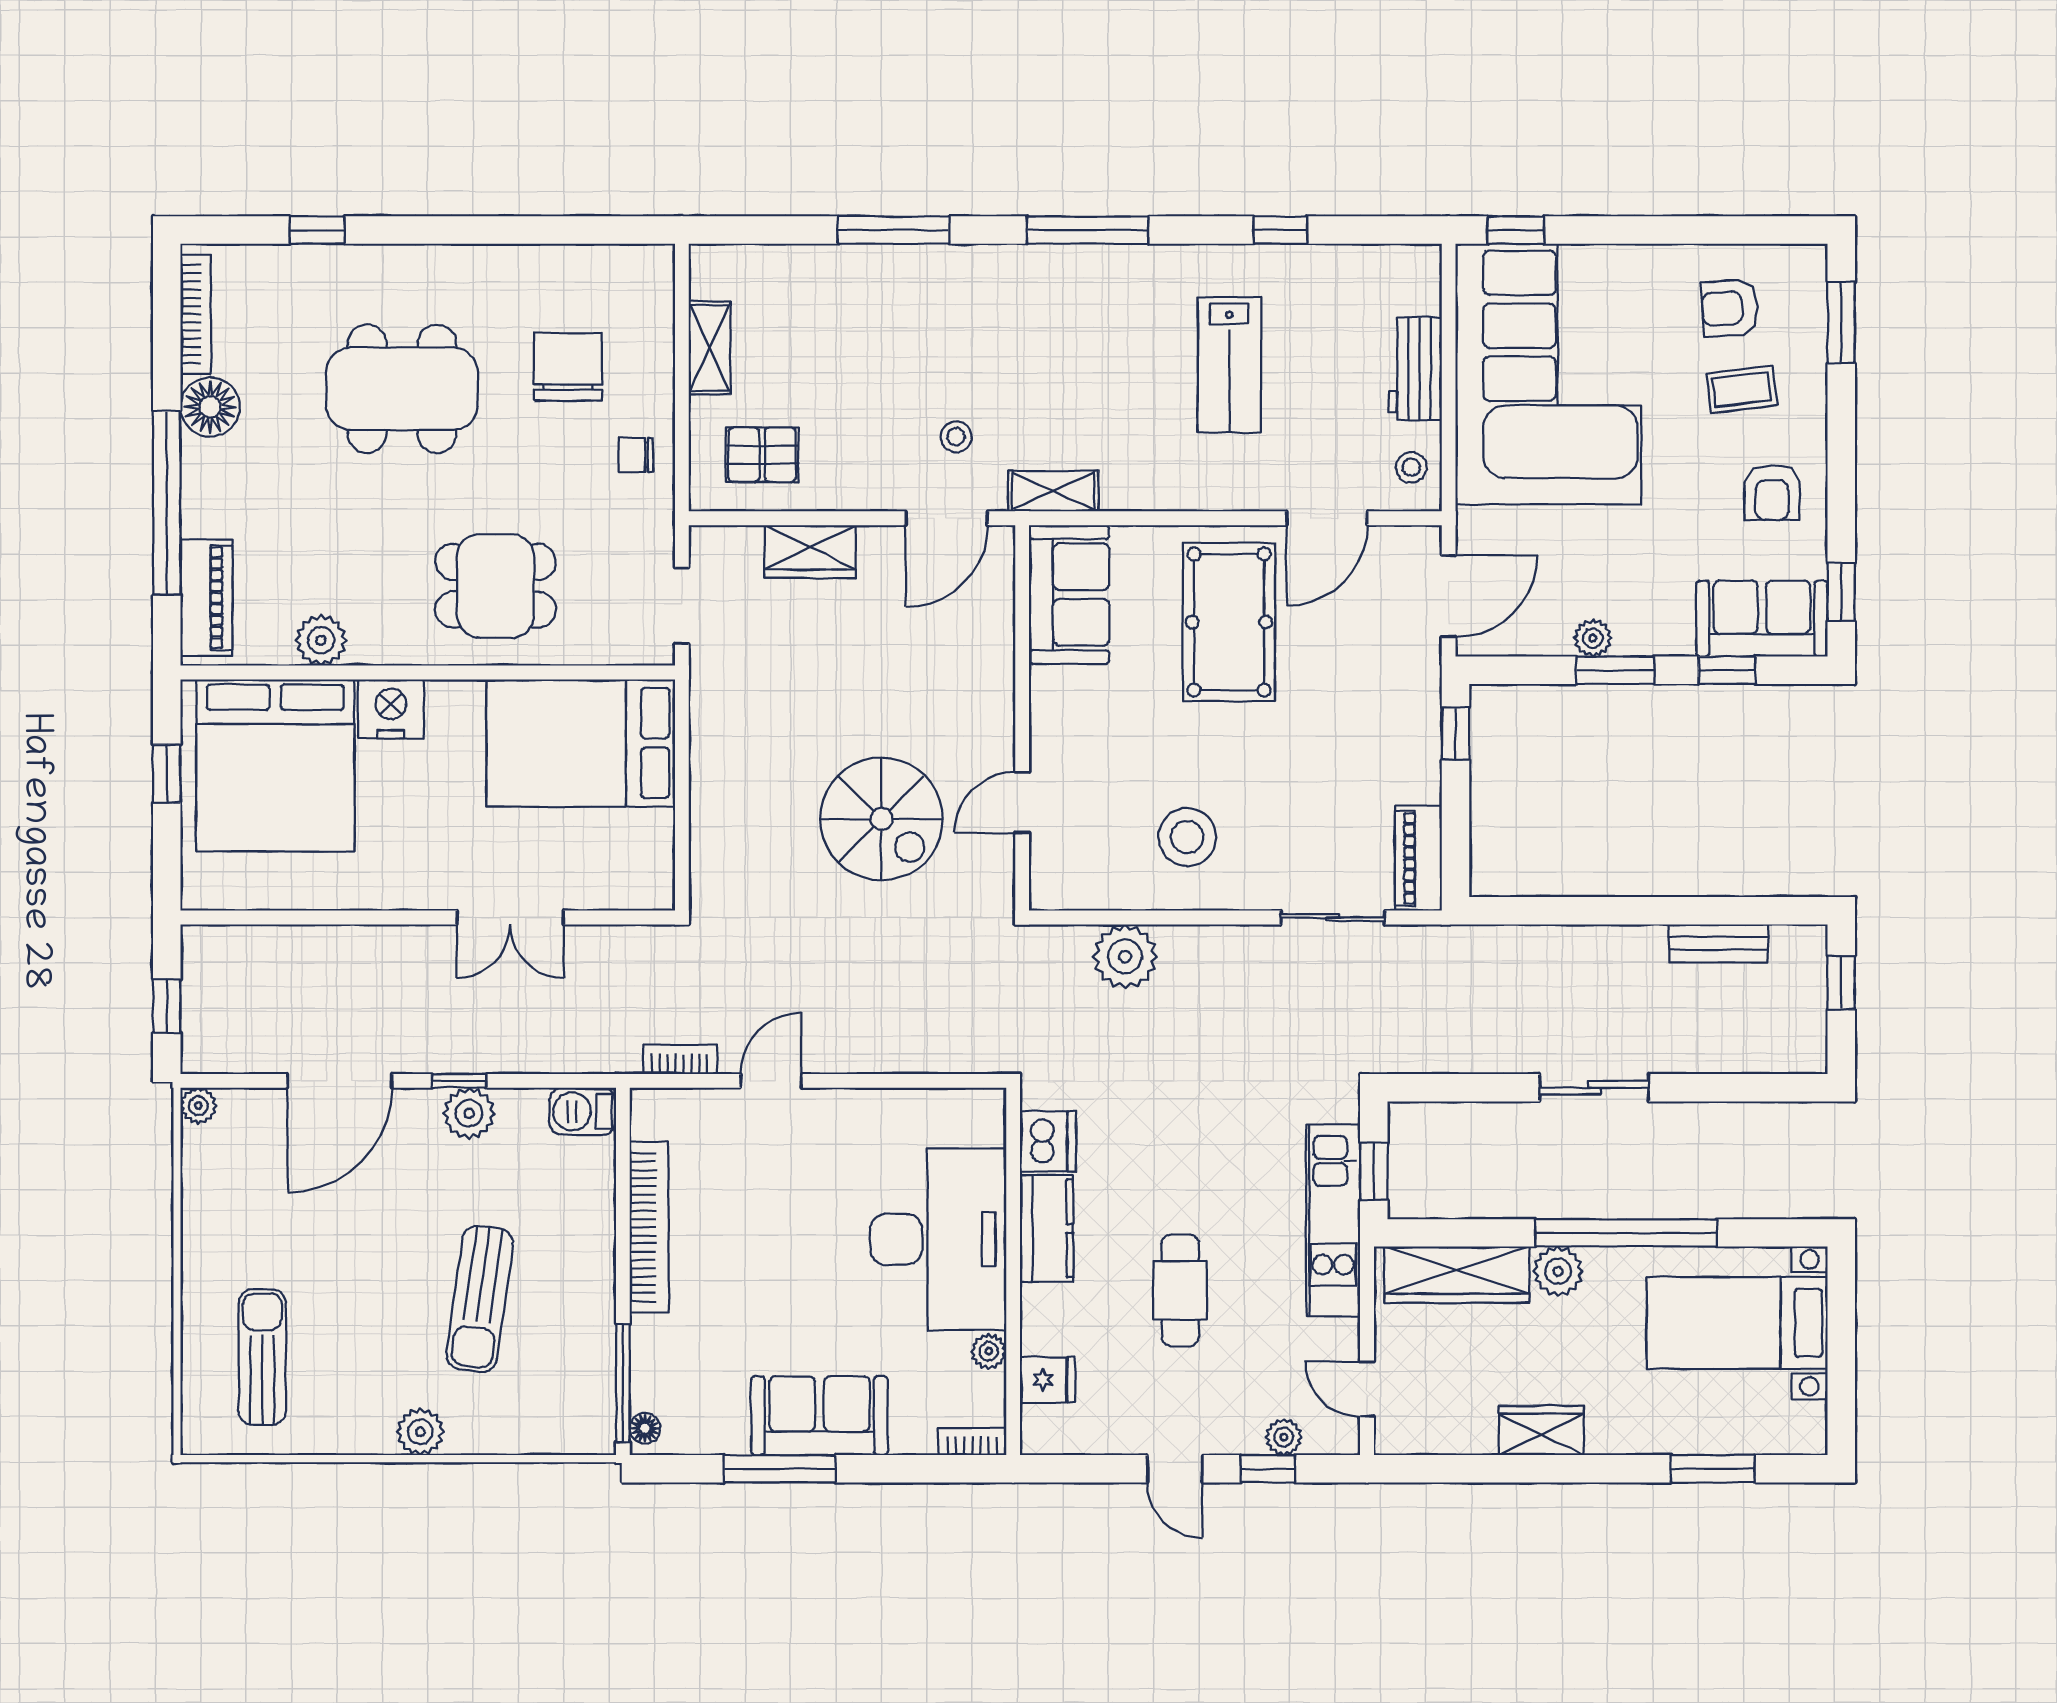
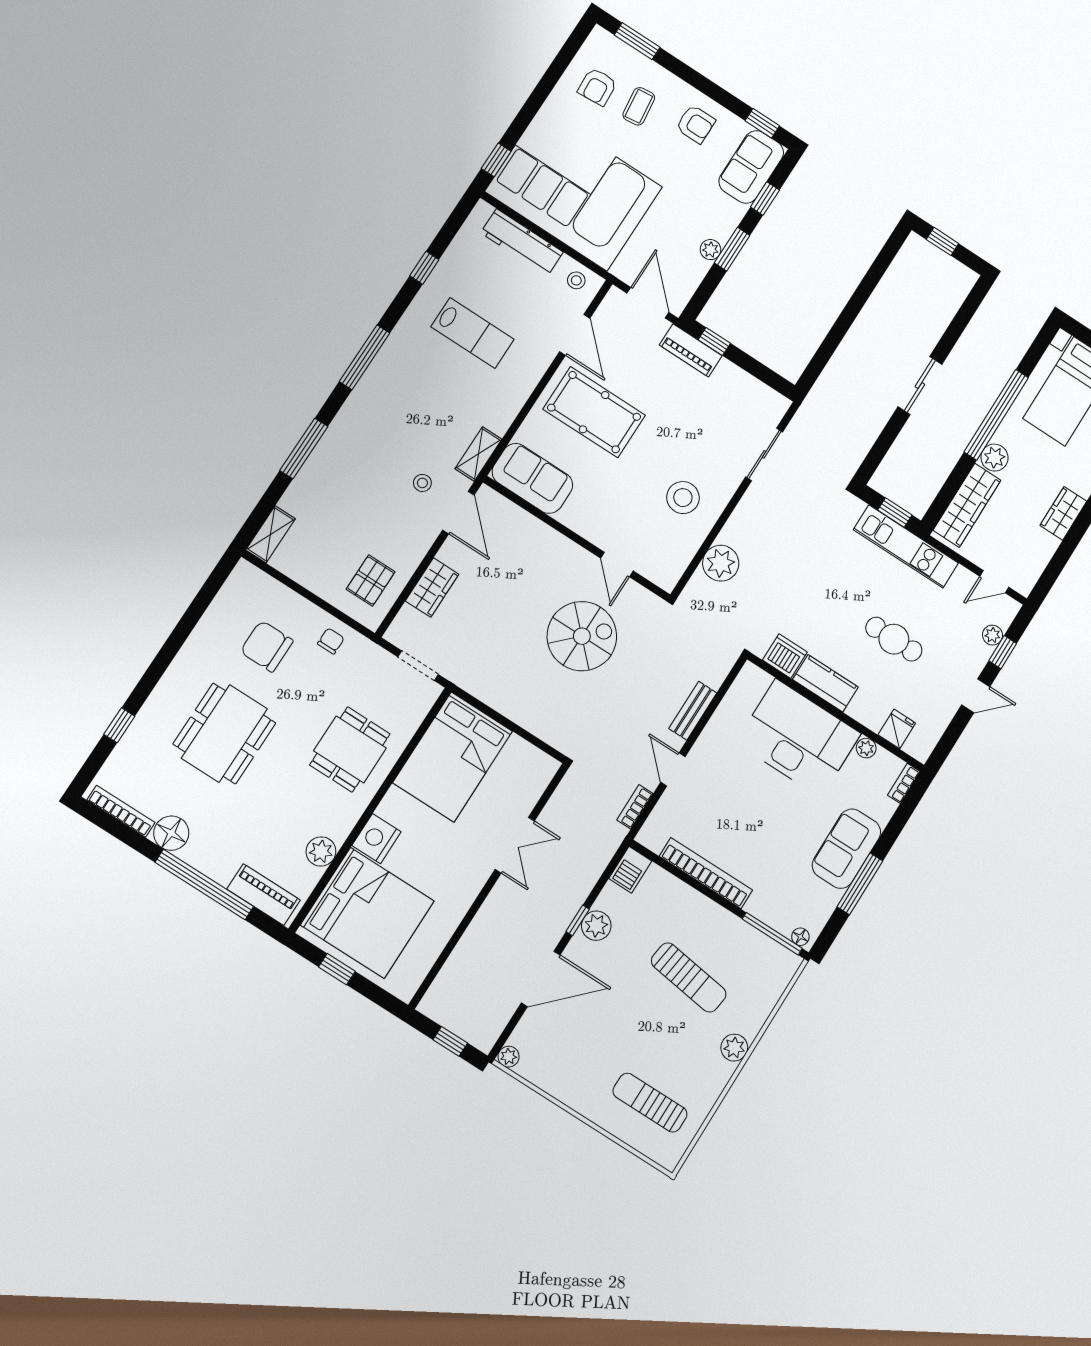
shelving: (710, 348) -> (270, 534), moved, turned 90
workbench: (1415, 369) -> (522, 242), width x1.38
chair: (636, 455) -> (331, 641), turned 180
piano: (1418, 858) -> (691, 350), moved
bench: (1718, 943) -> (693, 711), moved
door: (340, 1081) -> (541, 979), hinge flipped

